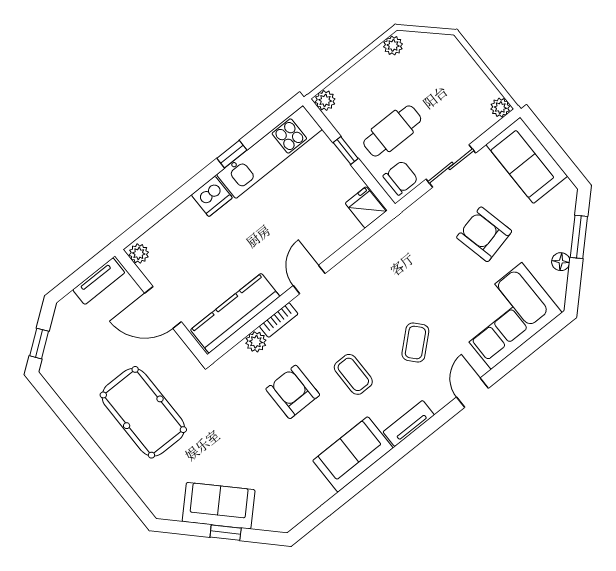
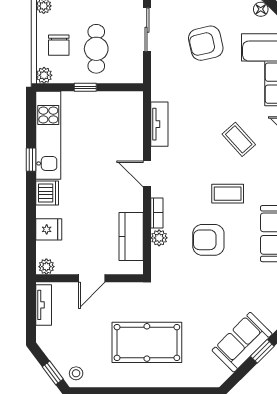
chair: (401, 178) -> (59, 45), moved, turned 180
fridge: (366, 207) -> (49, 229), moved, turned 180
tv unit: (368, 252) -> (159, 124), added
door: (163, 307) -> (92, 278), width x0.73
kitchen counter: (235, 313) -> (131, 236), width x0.67
stool: (57, 367) -> (76, 373), added

